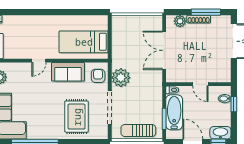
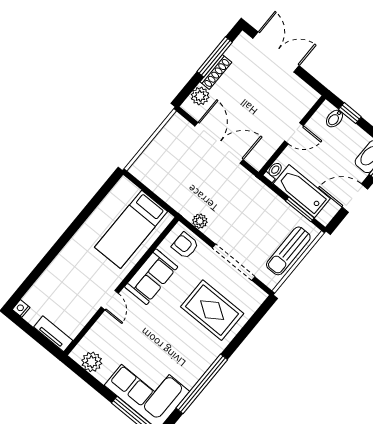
double door: (164, 50) -> (219, 143), swing flipped
plant: (121, 78) -> (200, 221), width x0.53, depth x0.53

